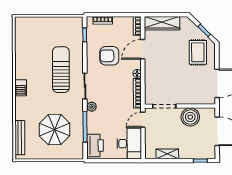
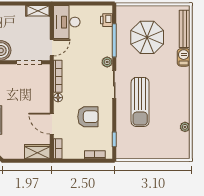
wardrobe: (162, 23) -> (37, 152), width x0.67
plant: (19, 47) -> (185, 127), added
door: (143, 49) -> (52, 124), swing flipped
barbecue: (21, 88) -> (184, 57), moved
printer: (95, 146) -> (106, 20), width x0.53, depth x0.68
shelving: (167, 154) -> (38, 11), moved

